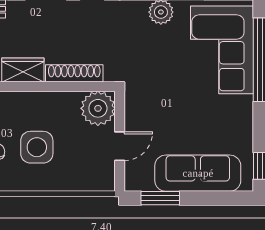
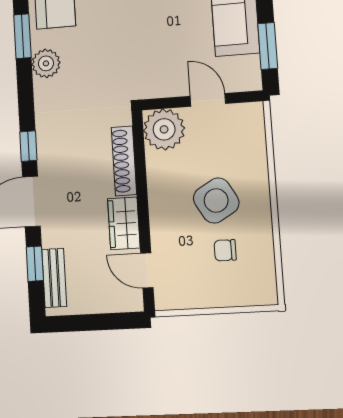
side table: (37, 147) -> (216, 201), turned -30

